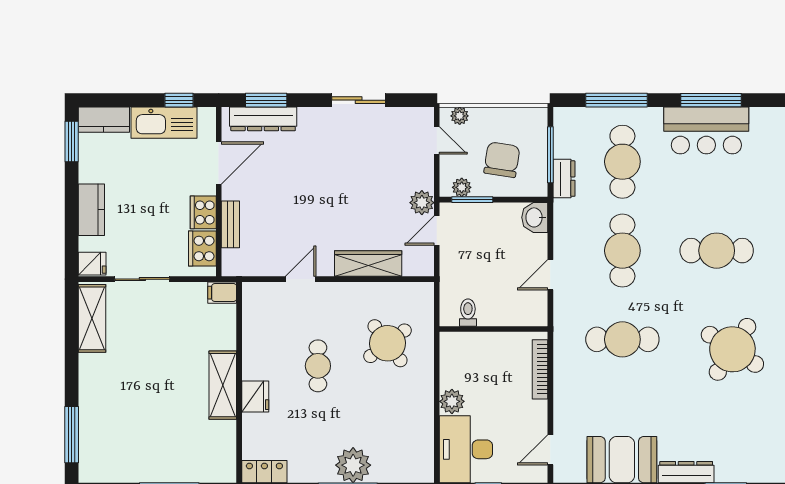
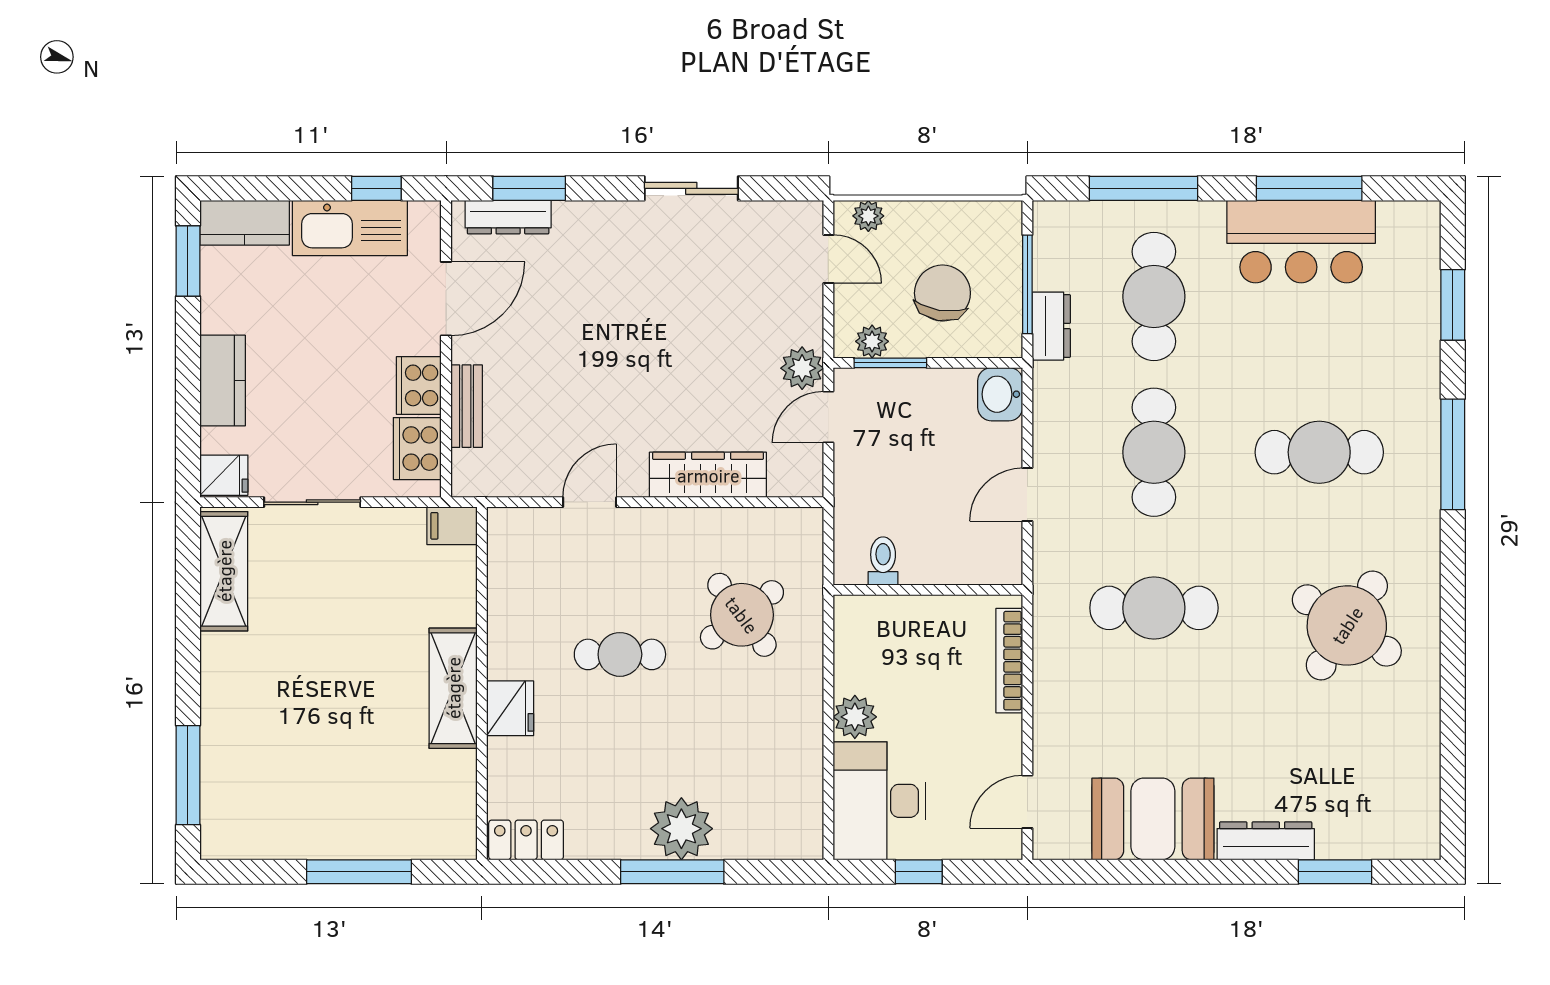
dresser: (263, 119) -> (508, 217), width x0.73, depth x0.80
cafe table: (318, 366) -> (620, 654), turned 90

